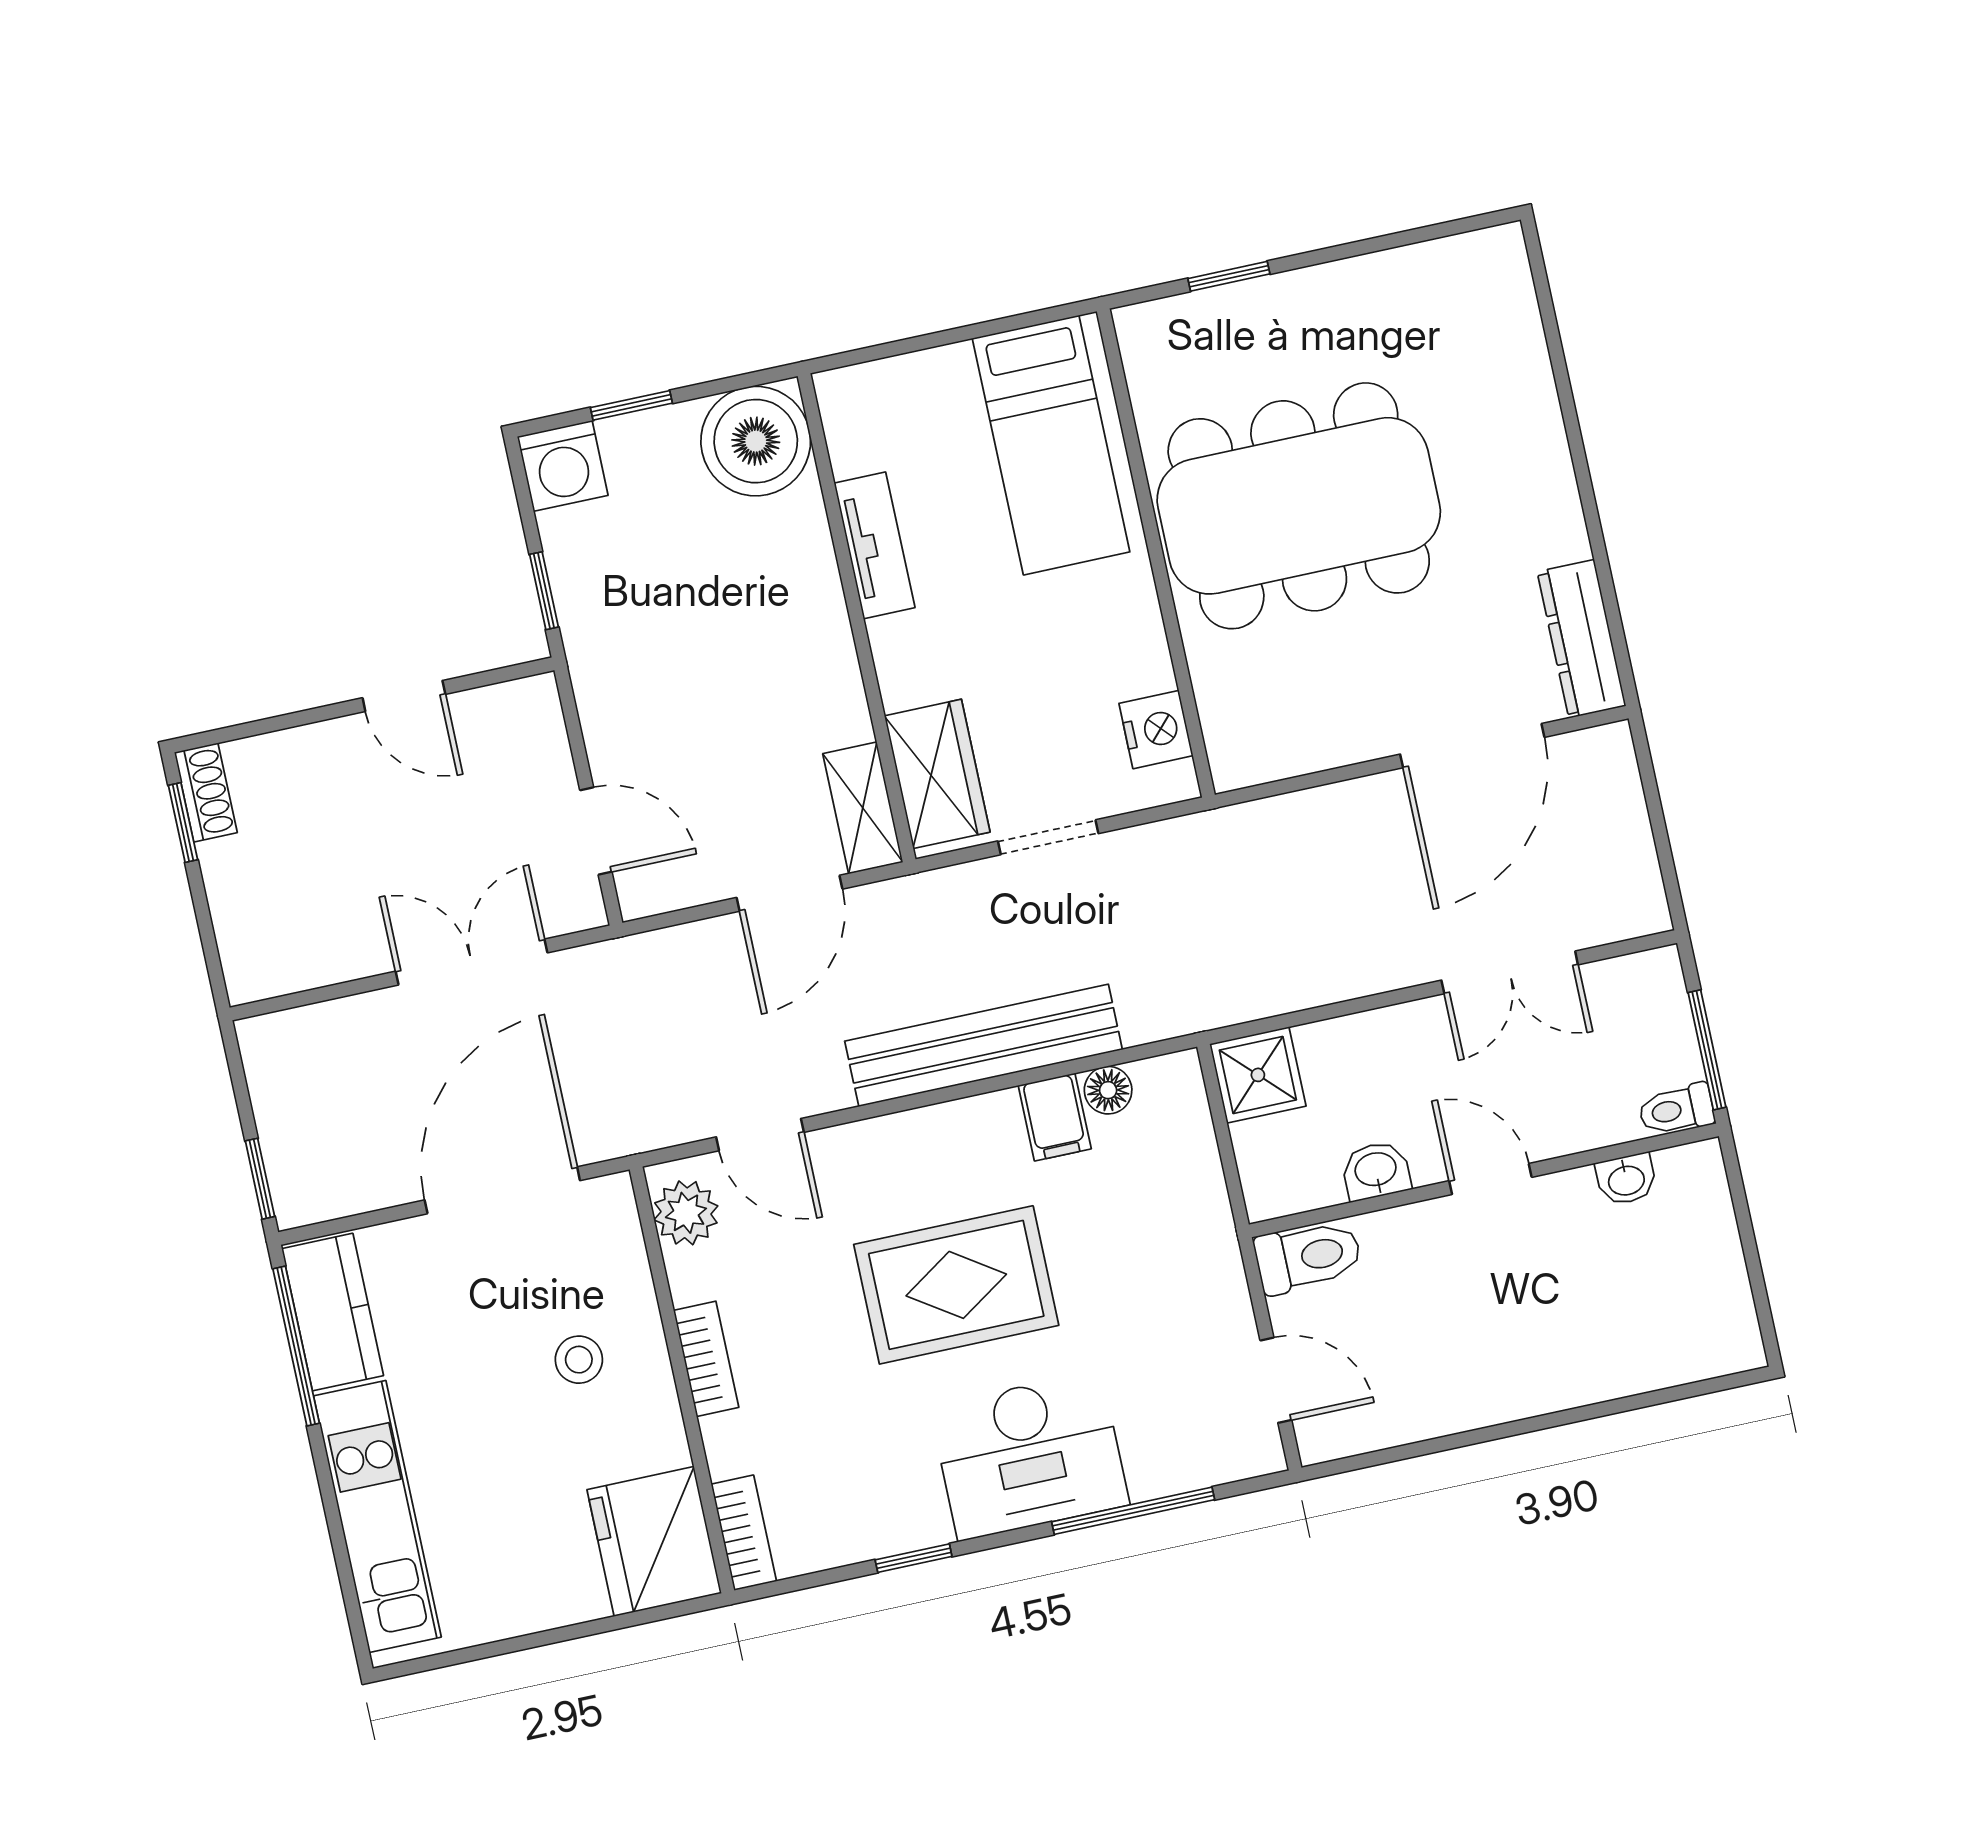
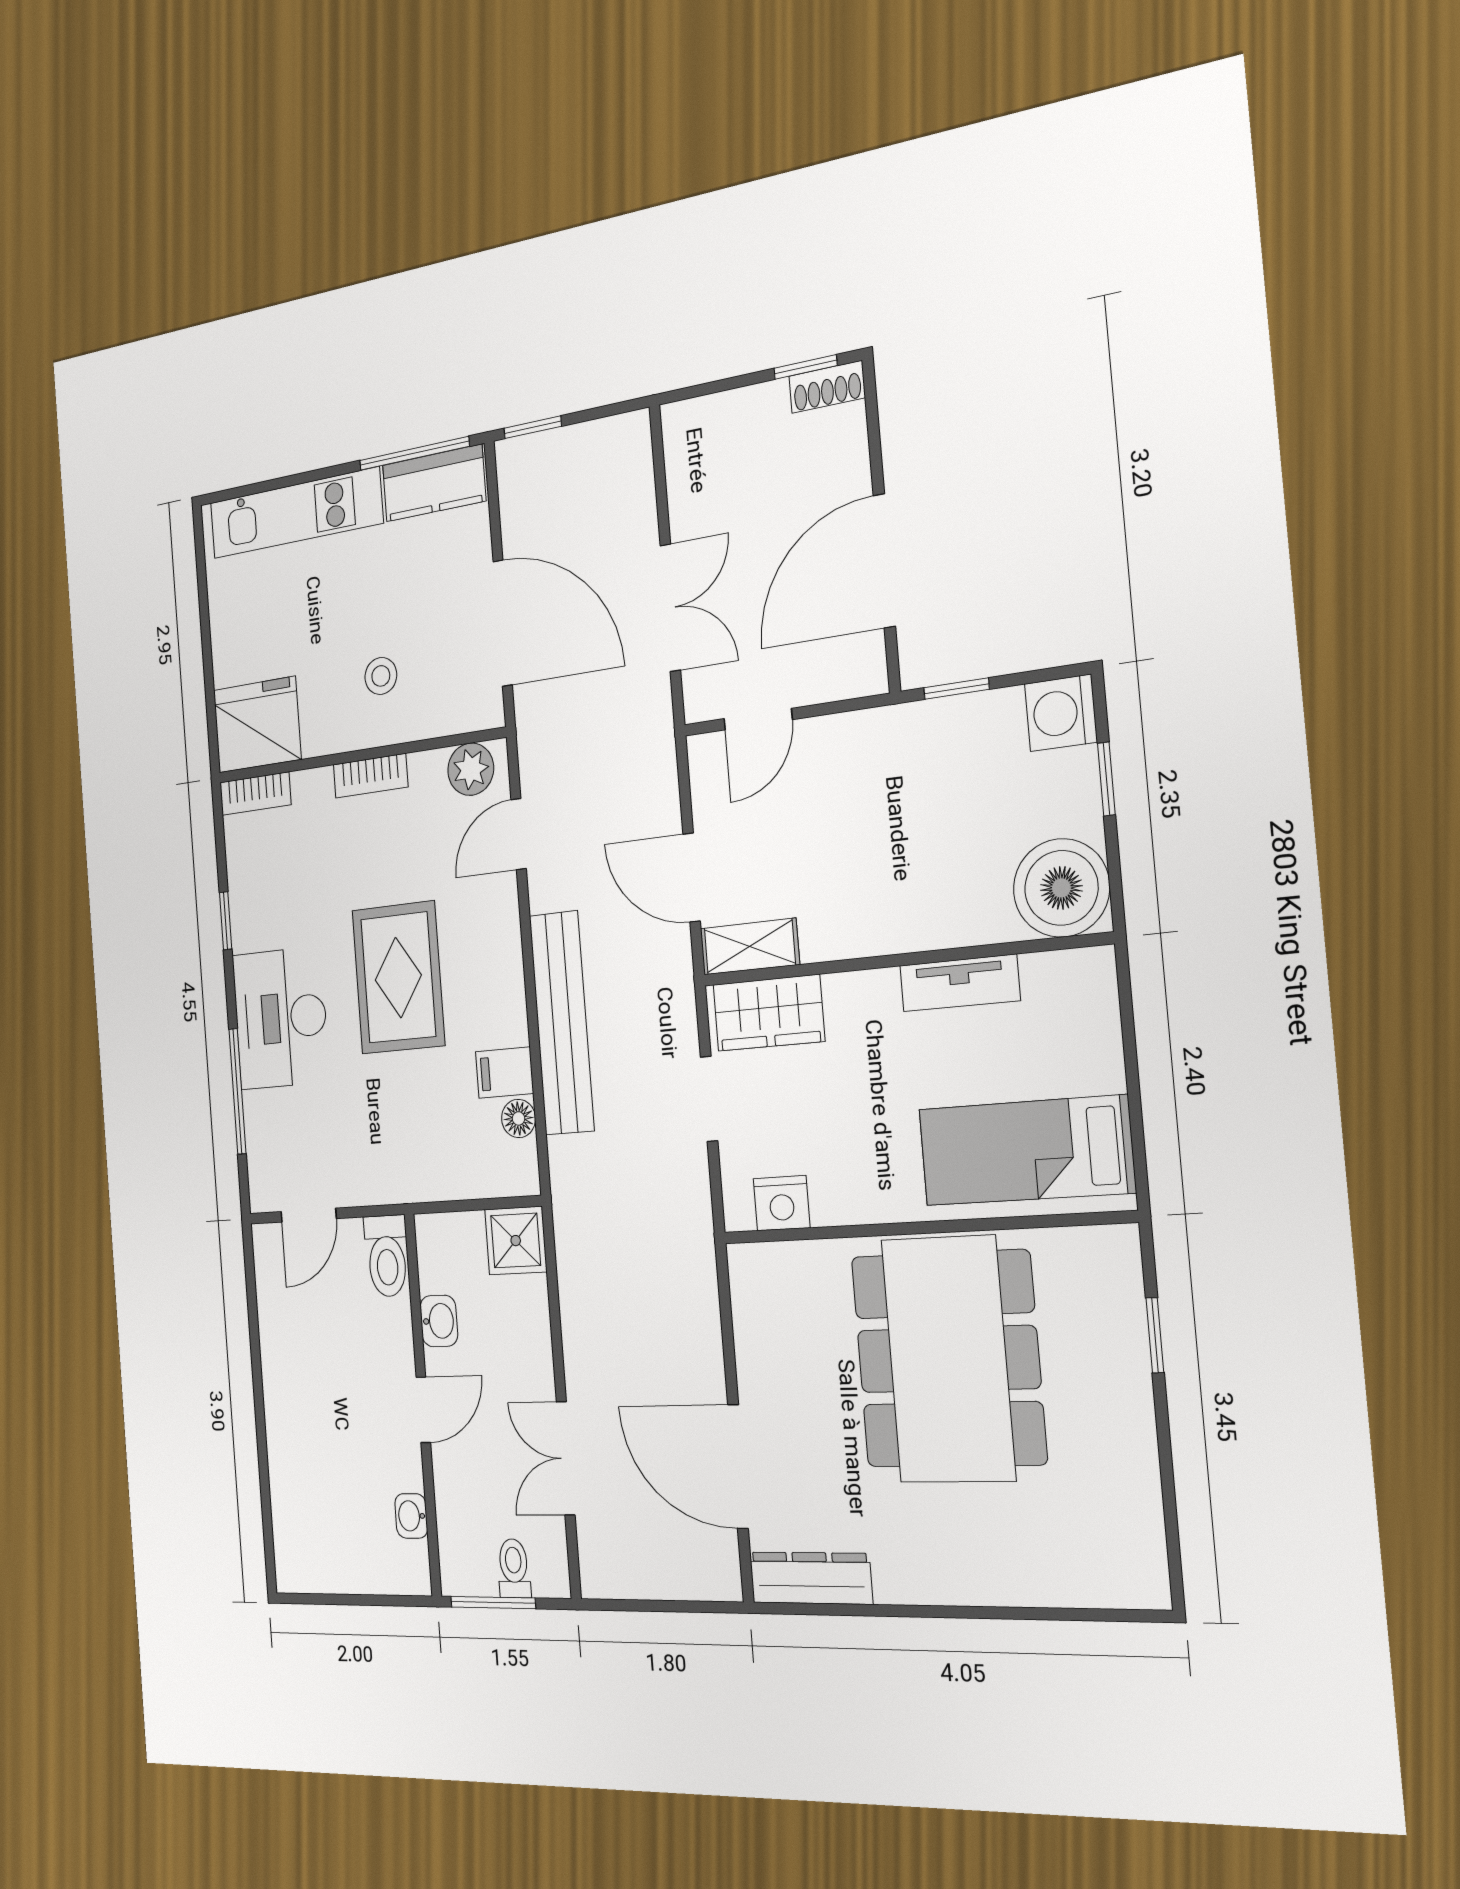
door: (404, 696) -> (884, 561), width x1.87
toilet: (1676, 1110) -> (514, 1568), moved

